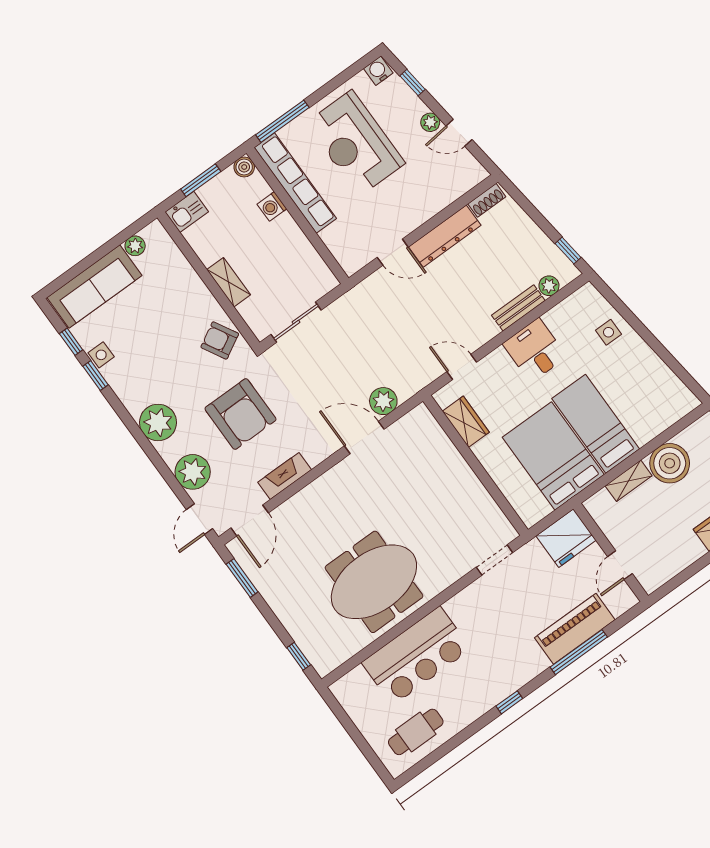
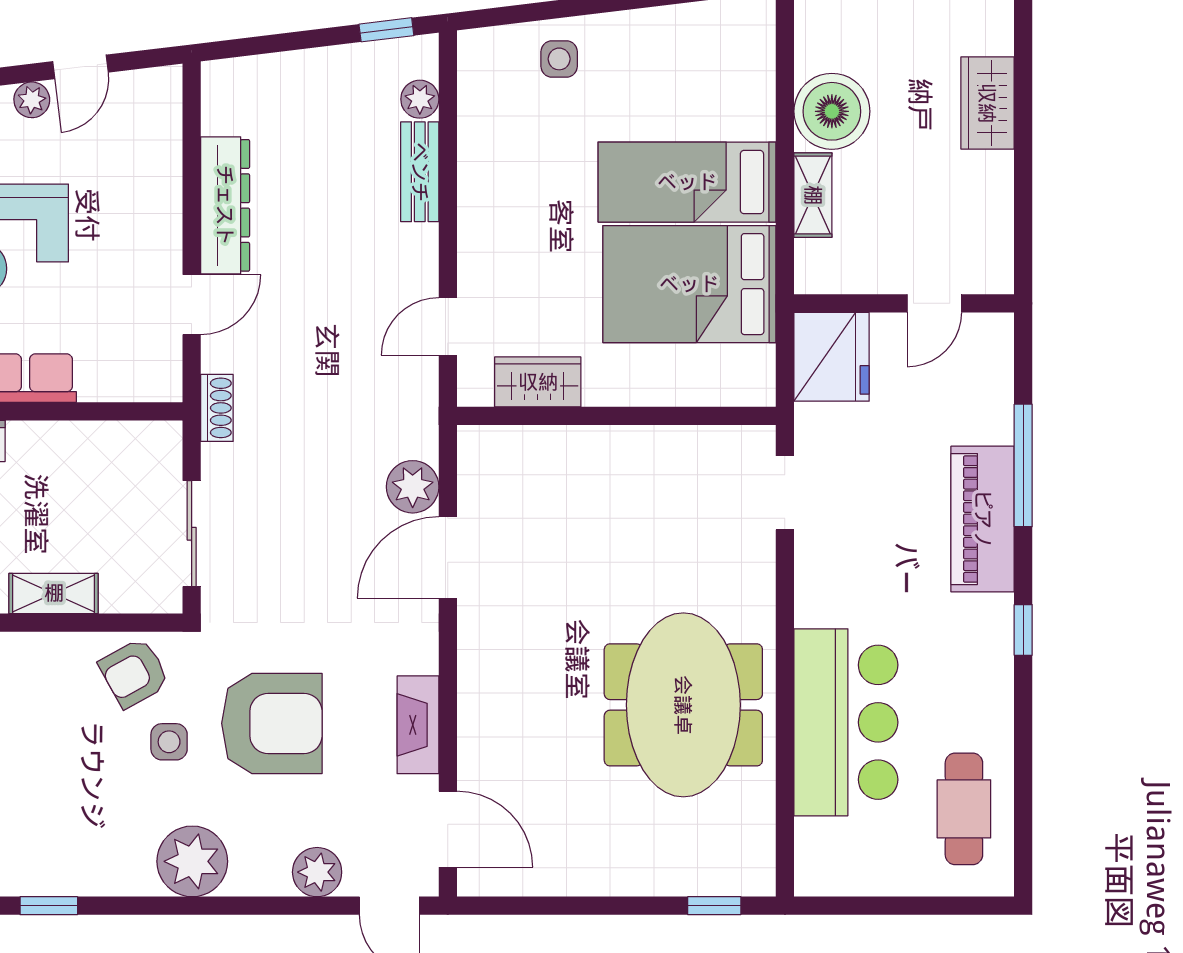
shoe rack: (487, 200) -> (217, 408), moved
desk: (535, 350) -> (504, 194), removed
side table: (101, 355) -> (169, 742), moved
plant: (193, 472) -> (317, 872), width x0.73, depth x0.73
door: (620, 565) -> (934, 303), hinge flipped
window: (242, 578) -> (529, 906), removed
piano: (575, 629) -> (983, 519), moved

